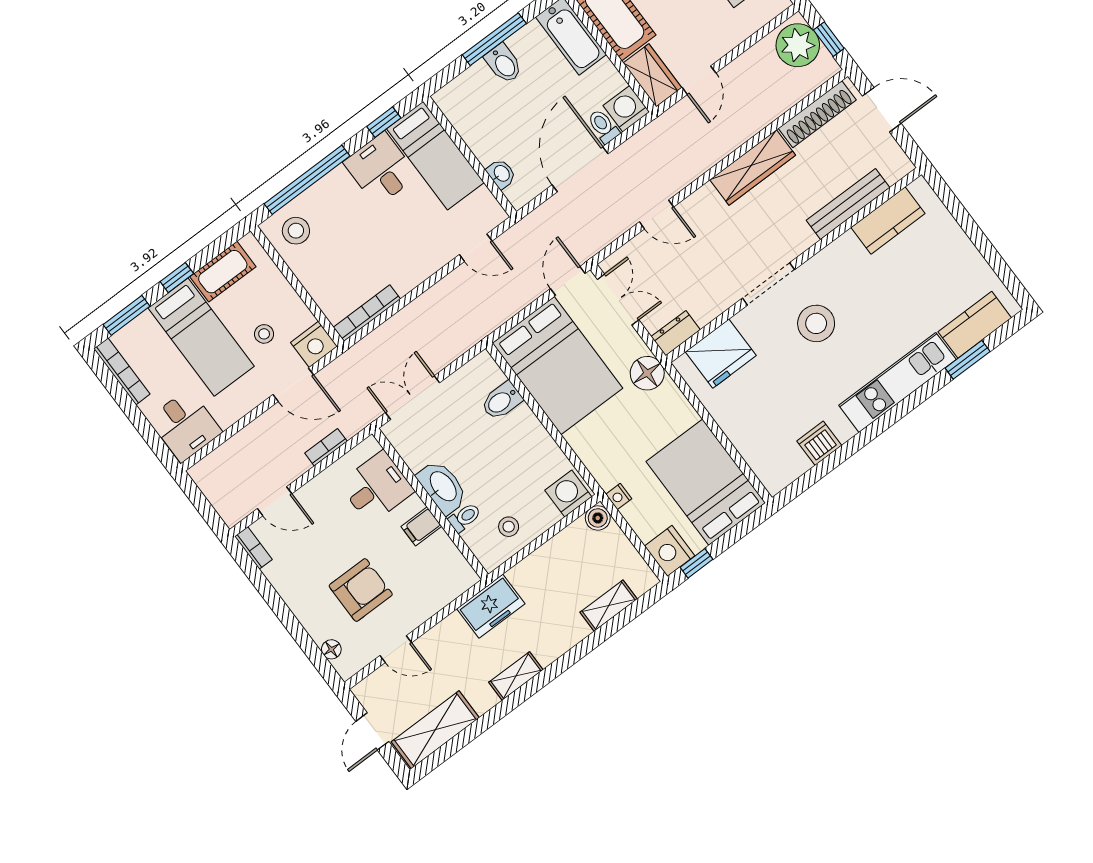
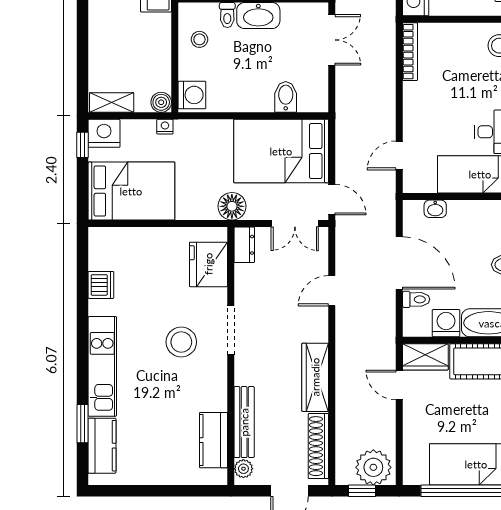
washing machine: (626, 109) -> (446, 323), moved, turned -90
plant: (894, 170) -> (243, 469), added
shelving: (609, 606) -> (112, 102), moved, turned 90

